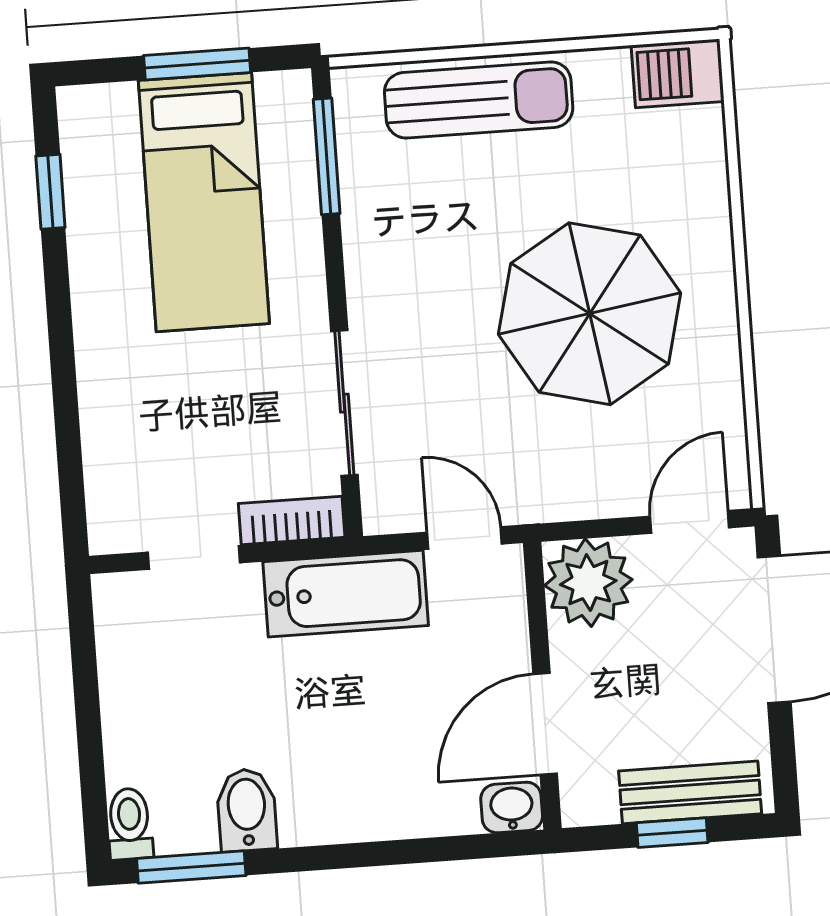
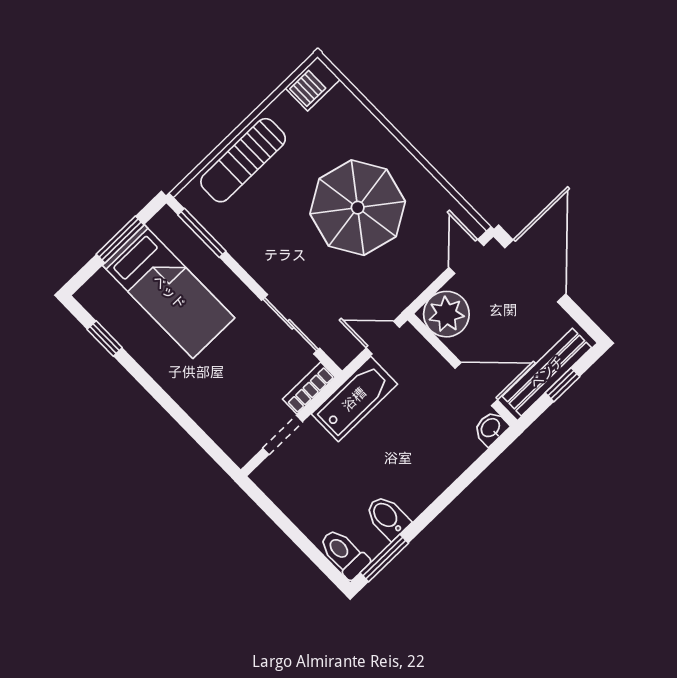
sun lounger: (479, 100) -> (243, 160), turned 180
door: (545, 724) -> (476, 384), swing flipped
bench: (690, 792) -> (547, 372), width x1.36
toilet: (130, 824) -> (344, 553), width x1.37, depth x1.39

